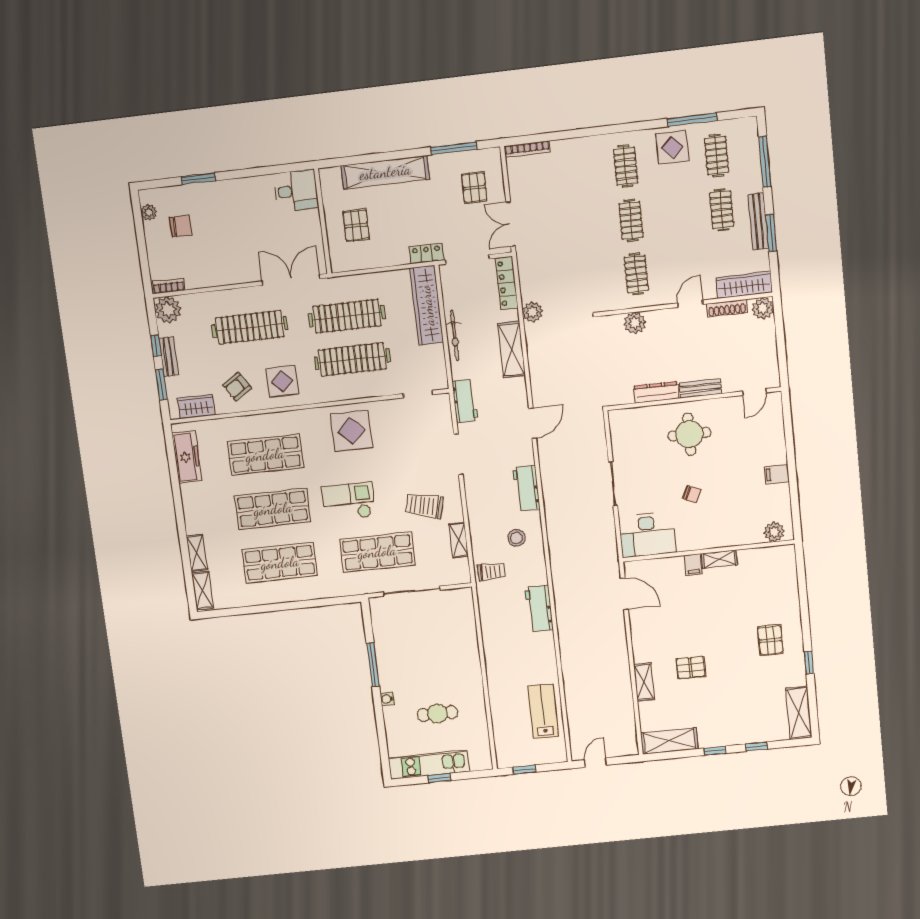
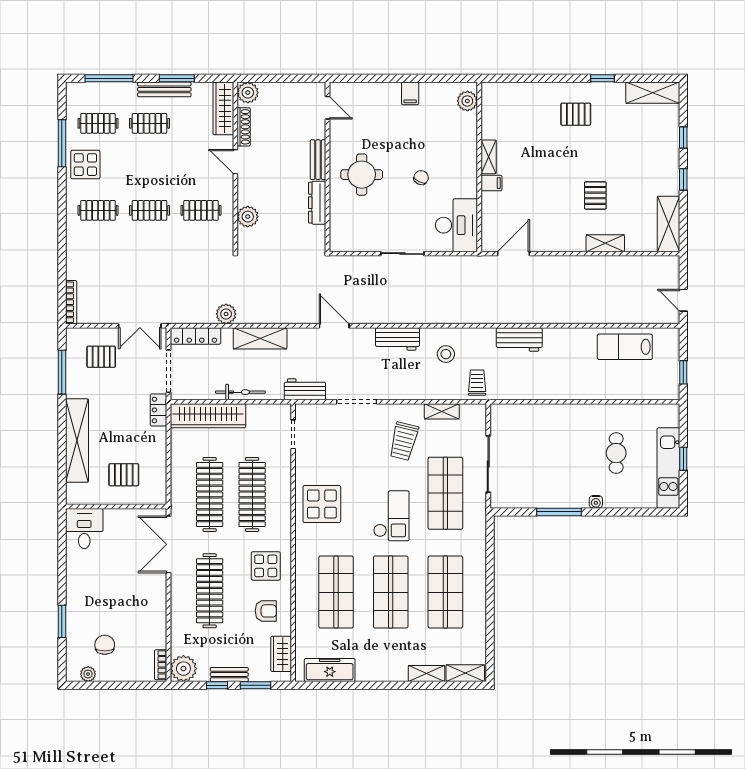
armchair: (237, 387) -> (266, 611), turned -58
checkout: (348, 501) -> (391, 516), turned 180

